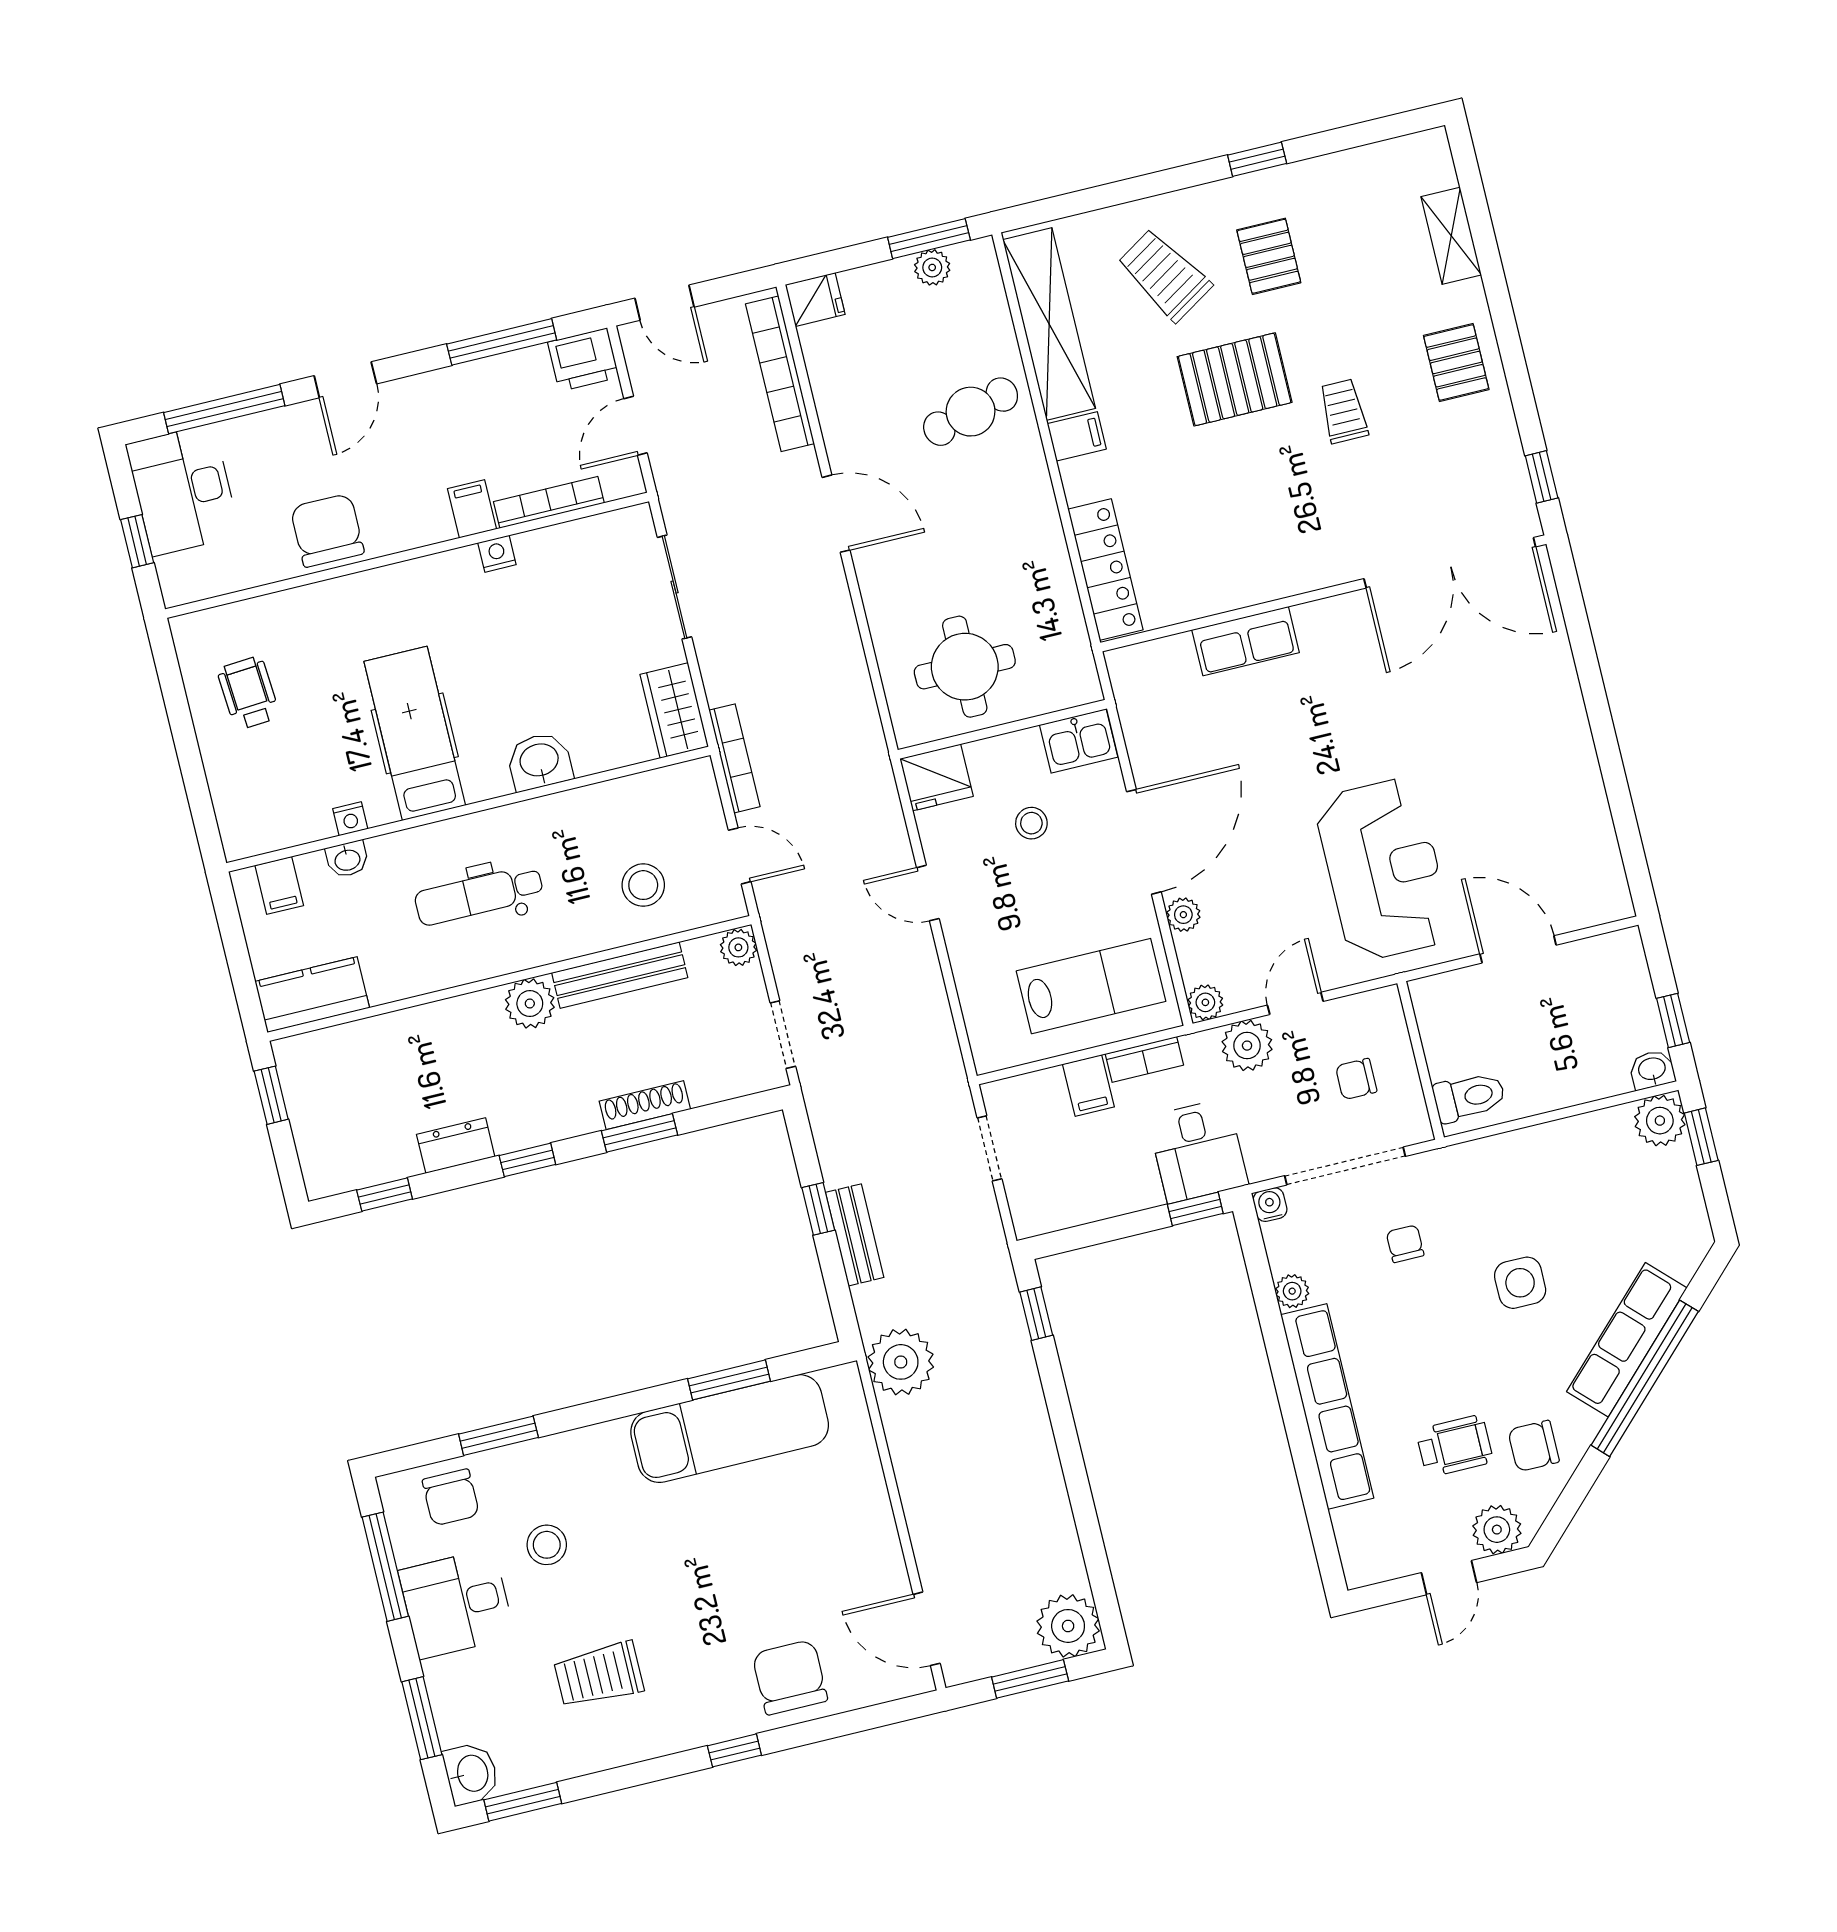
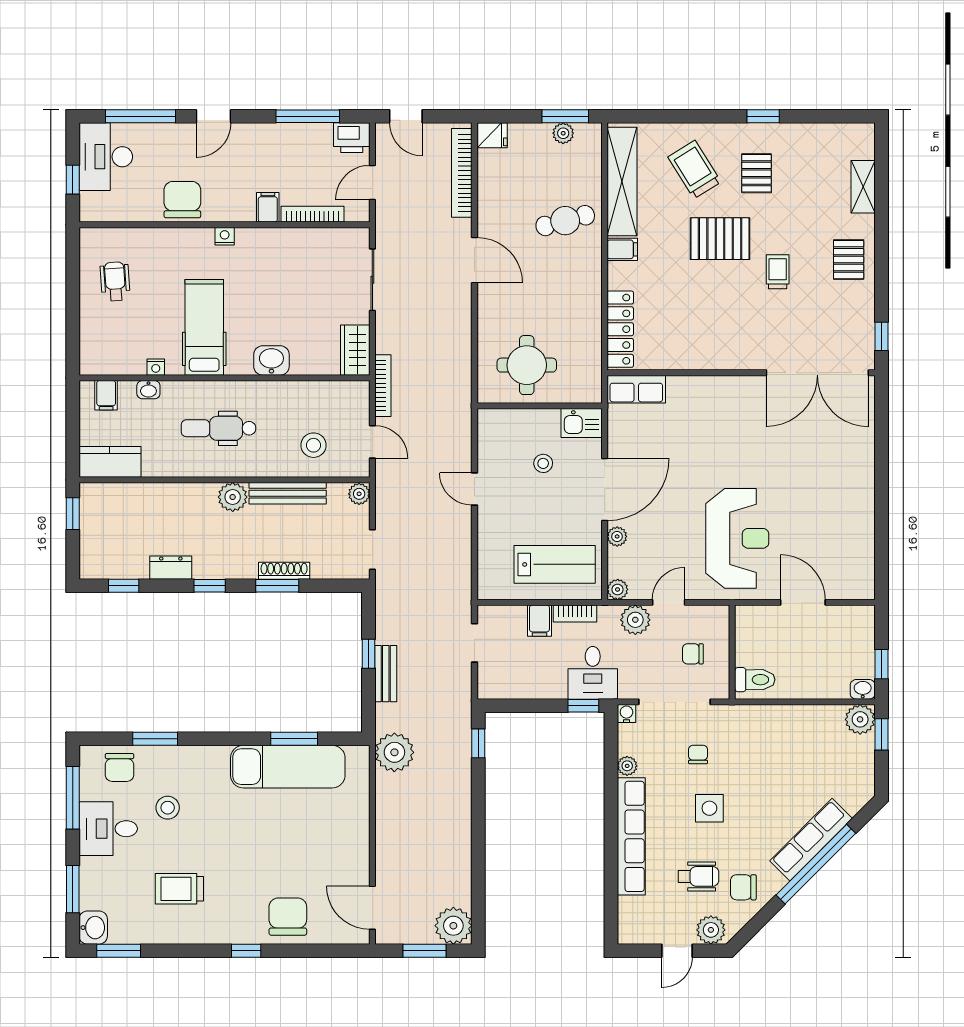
nightstand: (497, 554) -> (225, 236), moved
row of seats: (1246, 641) -> (636, 389), moved
fridge: (936, 777) -> (495, 424), removed
side table: (1520, 1283) -> (709, 808), moved

